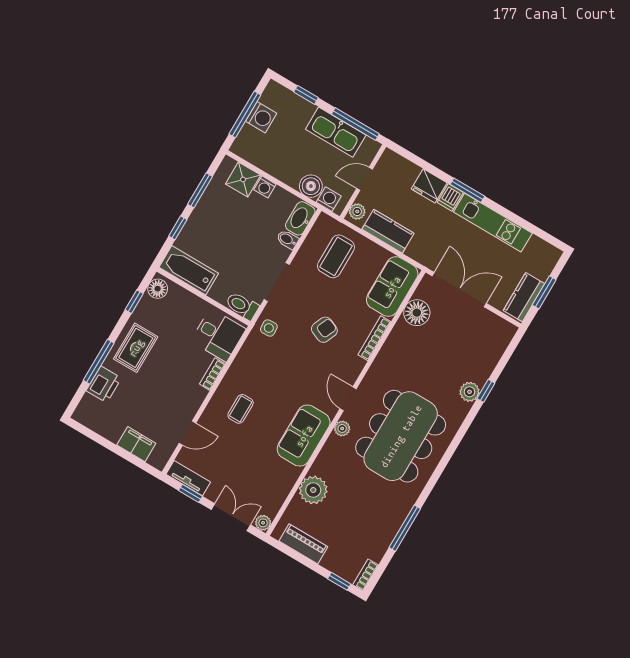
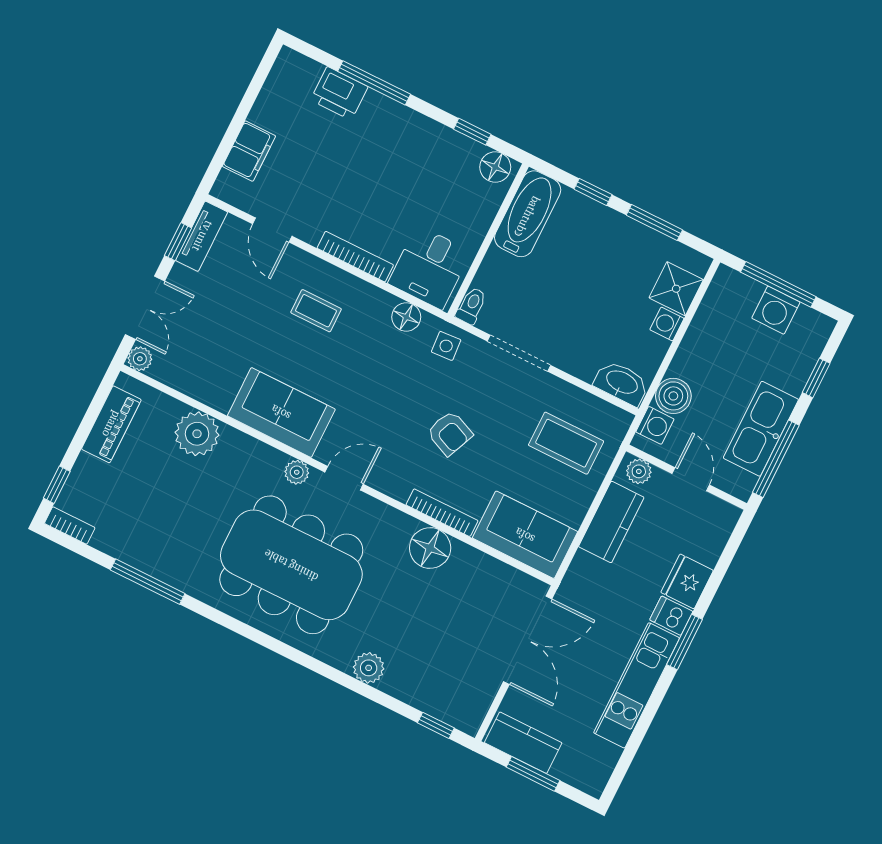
bidet: (288, 239) -> (587, 365), removed
toilet: (242, 306) -> (471, 306), width x0.73, depth x0.72
floor lamp: (417, 313) -> (430, 548), moved
rug: (136, 348) -> (400, 139), removed
floor lamp: (249, 352) -> (406, 317), added
bookcase: (212, 374) -> (355, 257), width x1.56
window: (486, 391) -> (436, 725), moved

